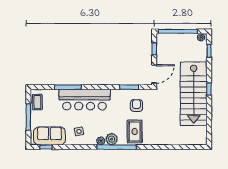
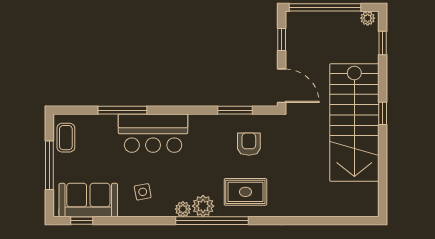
door: (154, 74) -> (282, 86), hinge flipped
bar counter: (85, 100) -> (153, 133), width x0.73
rug: (135, 131) -> (245, 192), turned 90

